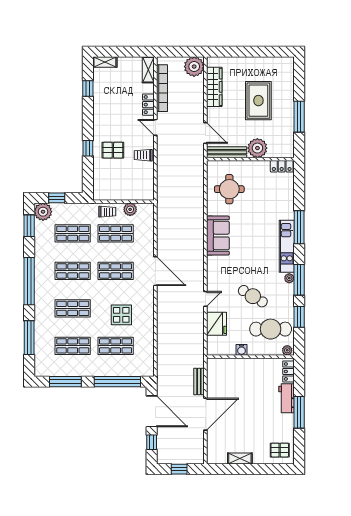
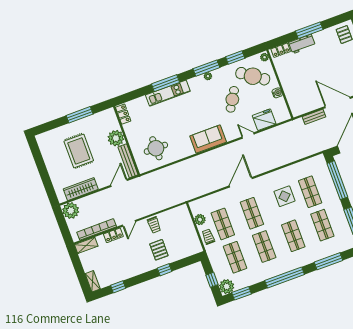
rug: (258, 101) -> (79, 151), turned 90
sofa: (218, 236) -> (208, 139), moved
kitchen unit: (287, 246) -> (168, 93), moved
cafe table: (271, 329) -> (253, 76), turned -55

